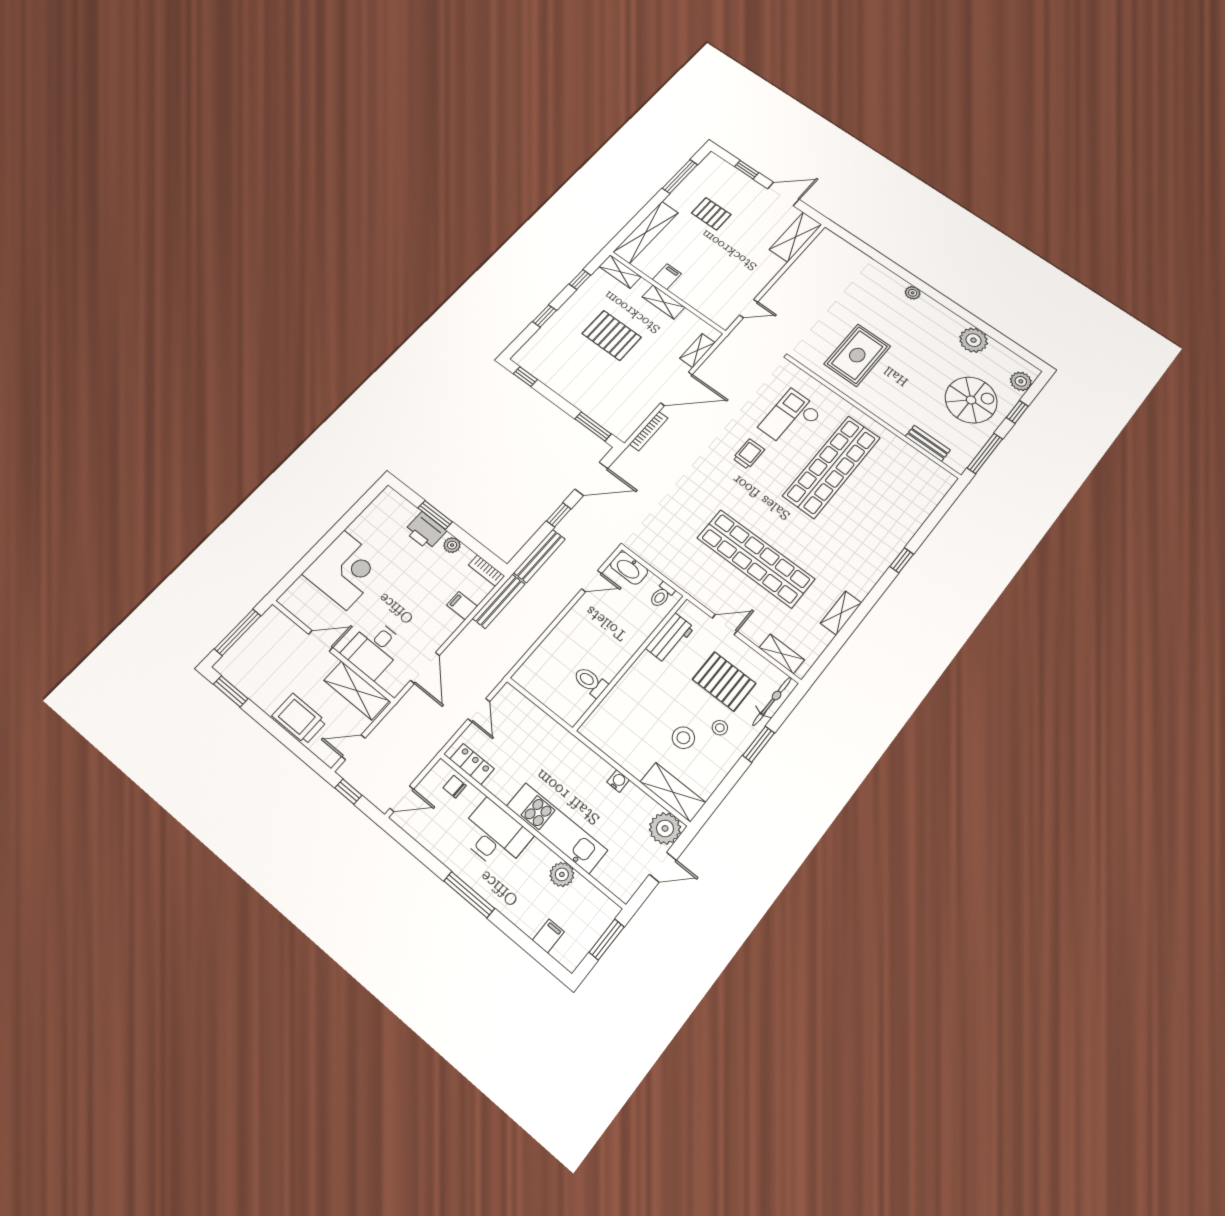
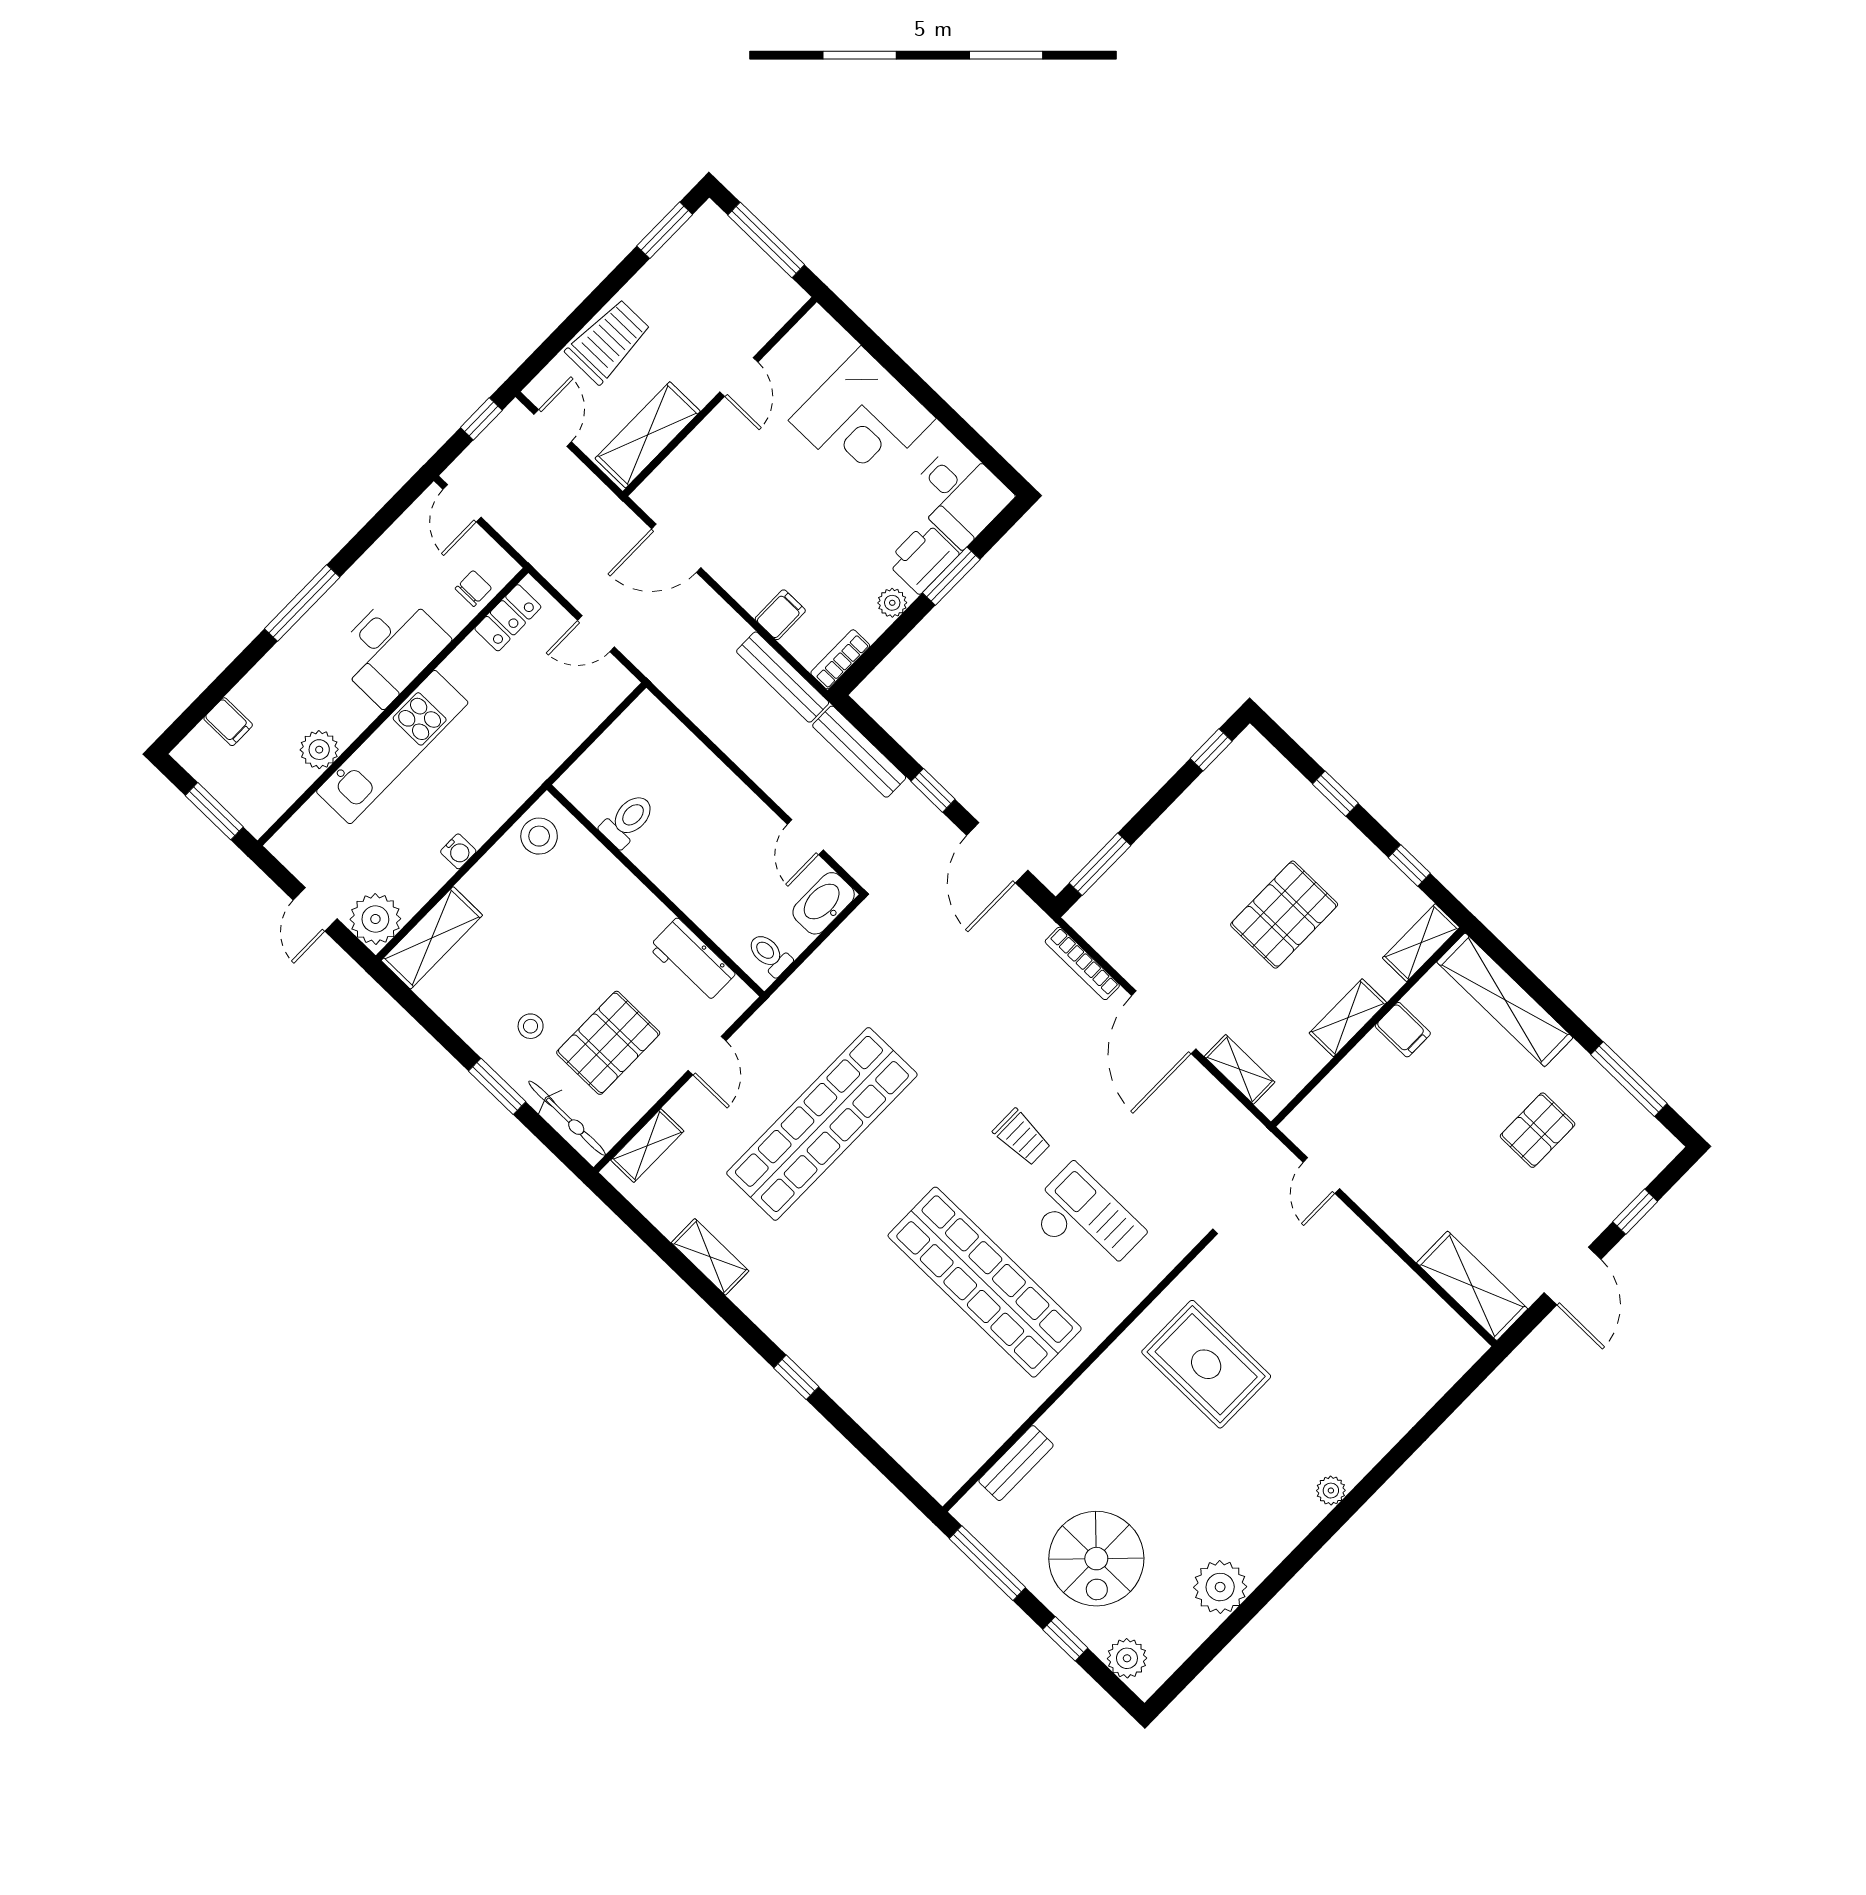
desk: (374, 649) -> (959, 495), moved, turned 180
stool: (683, 738) -> (539, 836), moved

